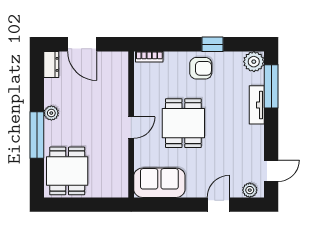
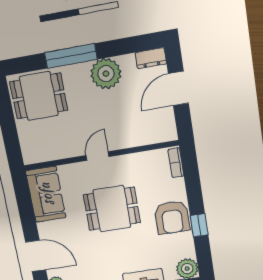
armchair: (201, 68) -> (172, 217), width x1.38, depth x1.38
plant: (51, 113) -> (106, 74), width x1.87, depth x1.87
door: (131, 128) -> (98, 156), swing flipped
door: (218, 205) -> (36, 256), width x1.38

